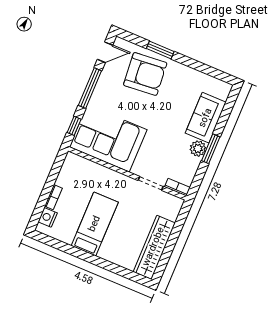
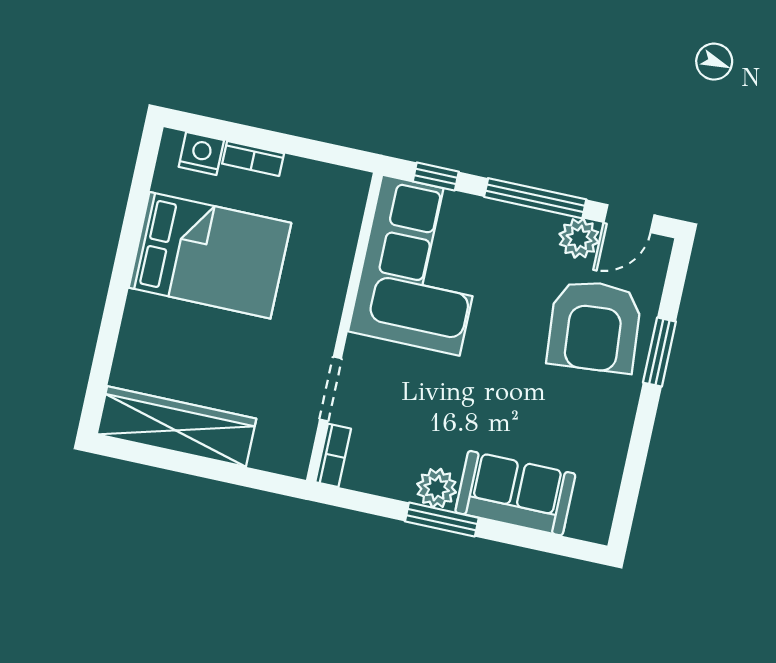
door: (105, 52) -> (629, 219), hinge flipped
plant: (109, 74) -> (579, 238), added
bed: (95, 224) -> (210, 255), width x1.50

